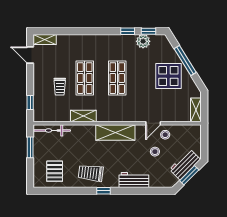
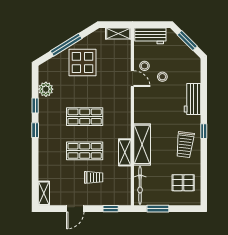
window: (148, 31) -> (35, 130), moved
door: (30, 55) -> (75, 209), moved
shelving: (115, 133) -> (142, 144), moved
workbench: (185, 164) -> (150, 36), moved, turned -45

